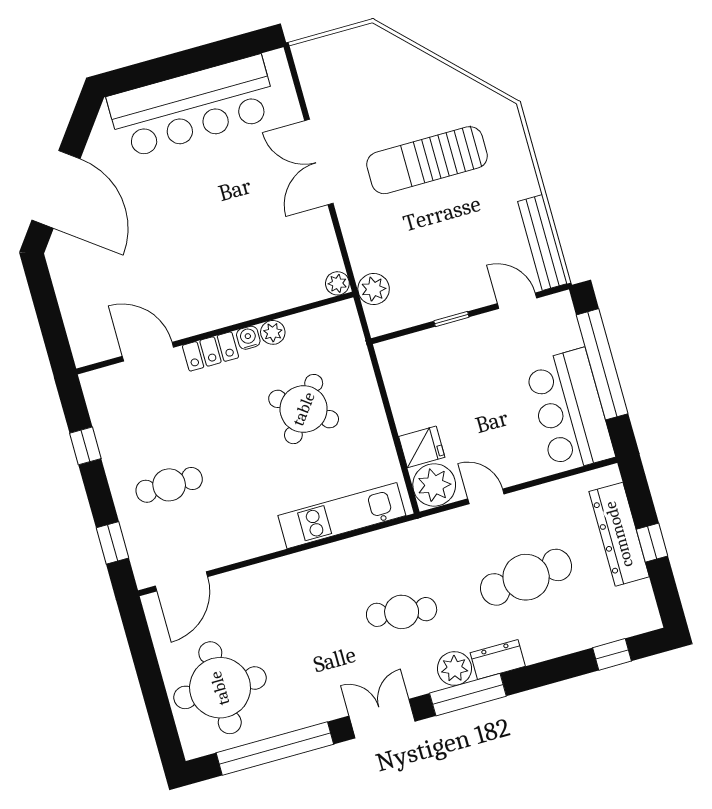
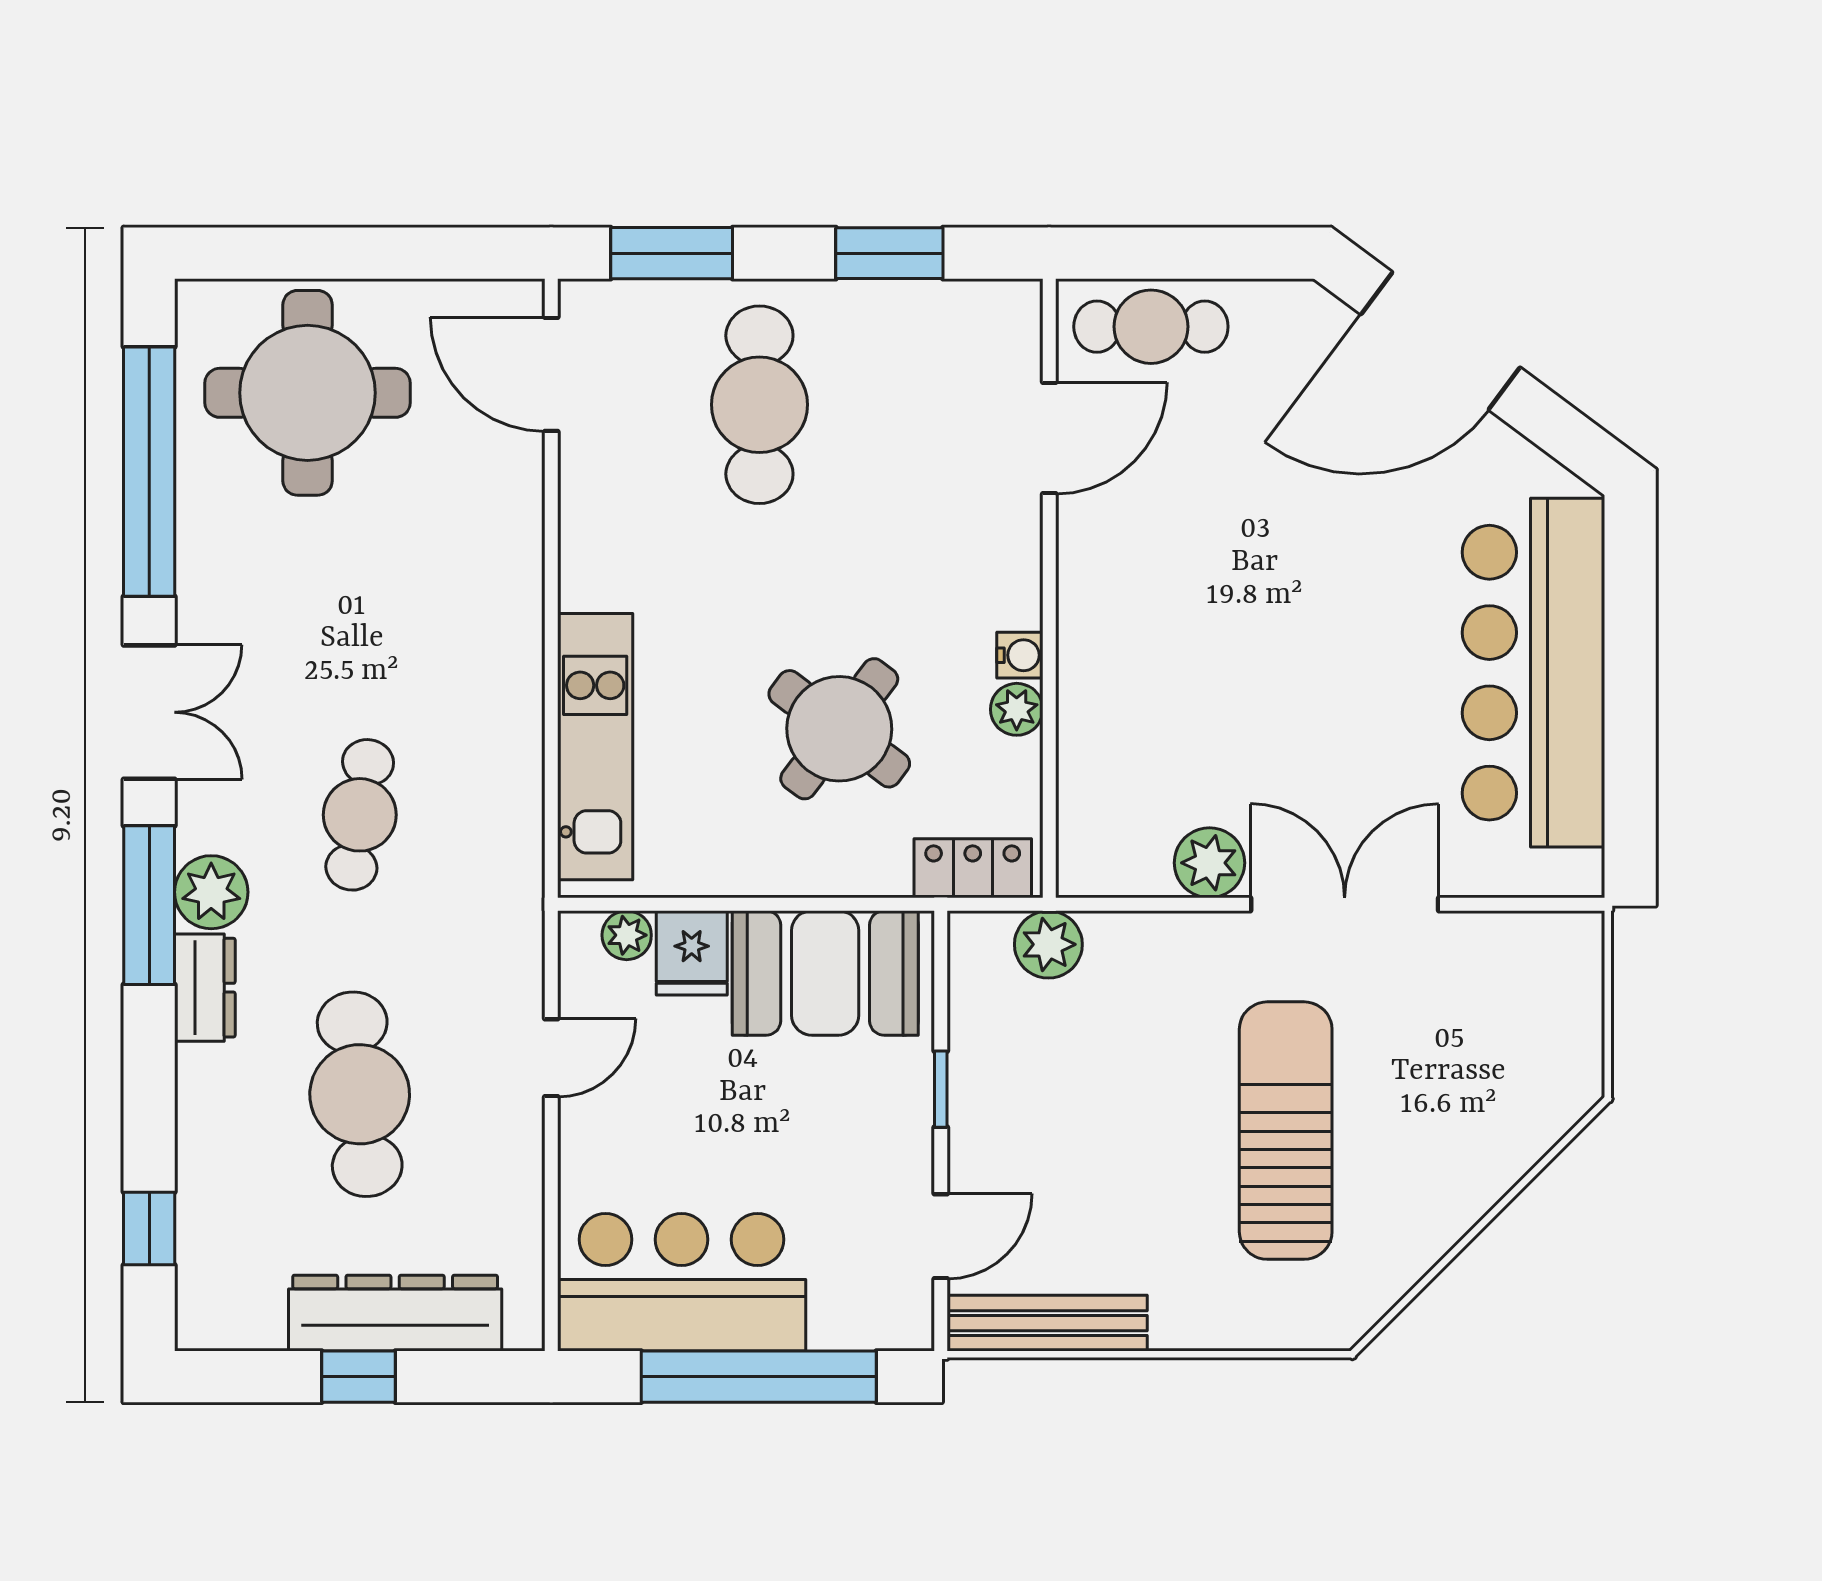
plant: (337, 283) -> (1209, 863), moved, width x1.38, depth x1.38
cafe table: (86, 320) -> (1151, 327), added
locker: (210, 351) -> (973, 868), moved, turned 90
booth: (414, 385) -> (825, 973), added
window: (85, 446) -> (889, 253), width x1.50
cafe table: (169, 485) -> (759, 405), width x1.37, depth x1.35
plant: (434, 485) -> (627, 935), width x0.53, depth x0.53
window: (112, 543) -> (672, 253), width x1.50

